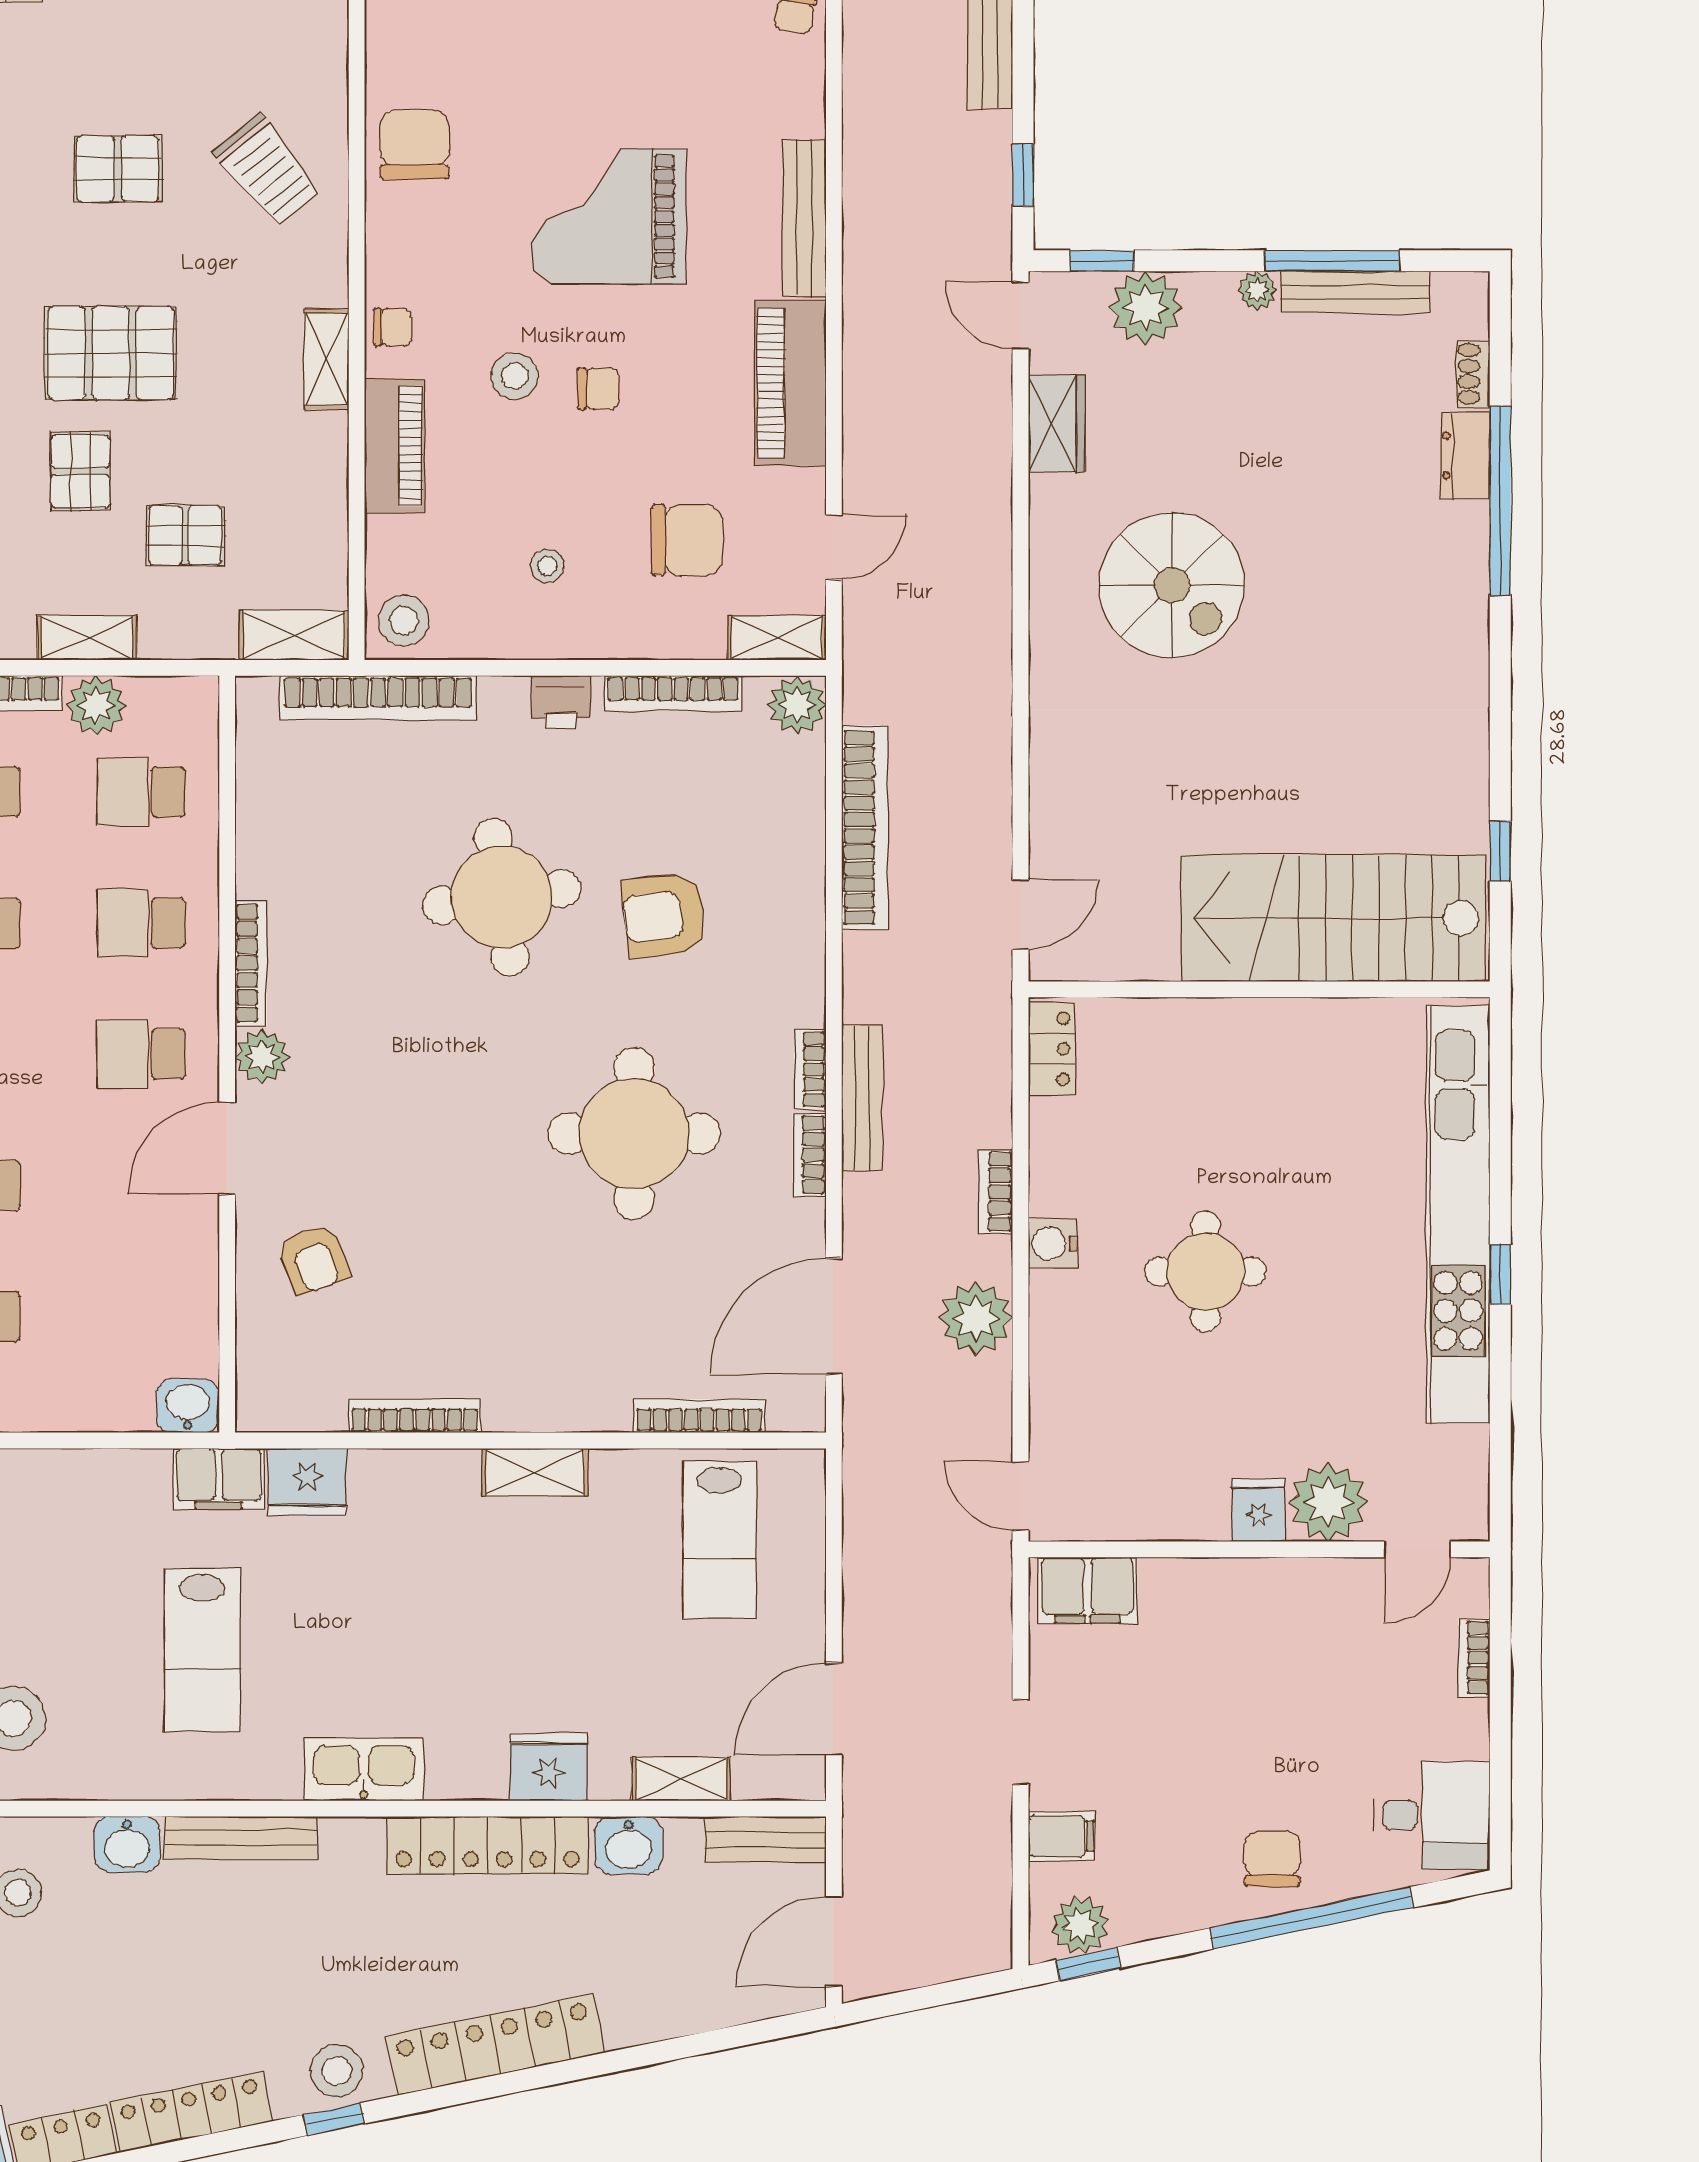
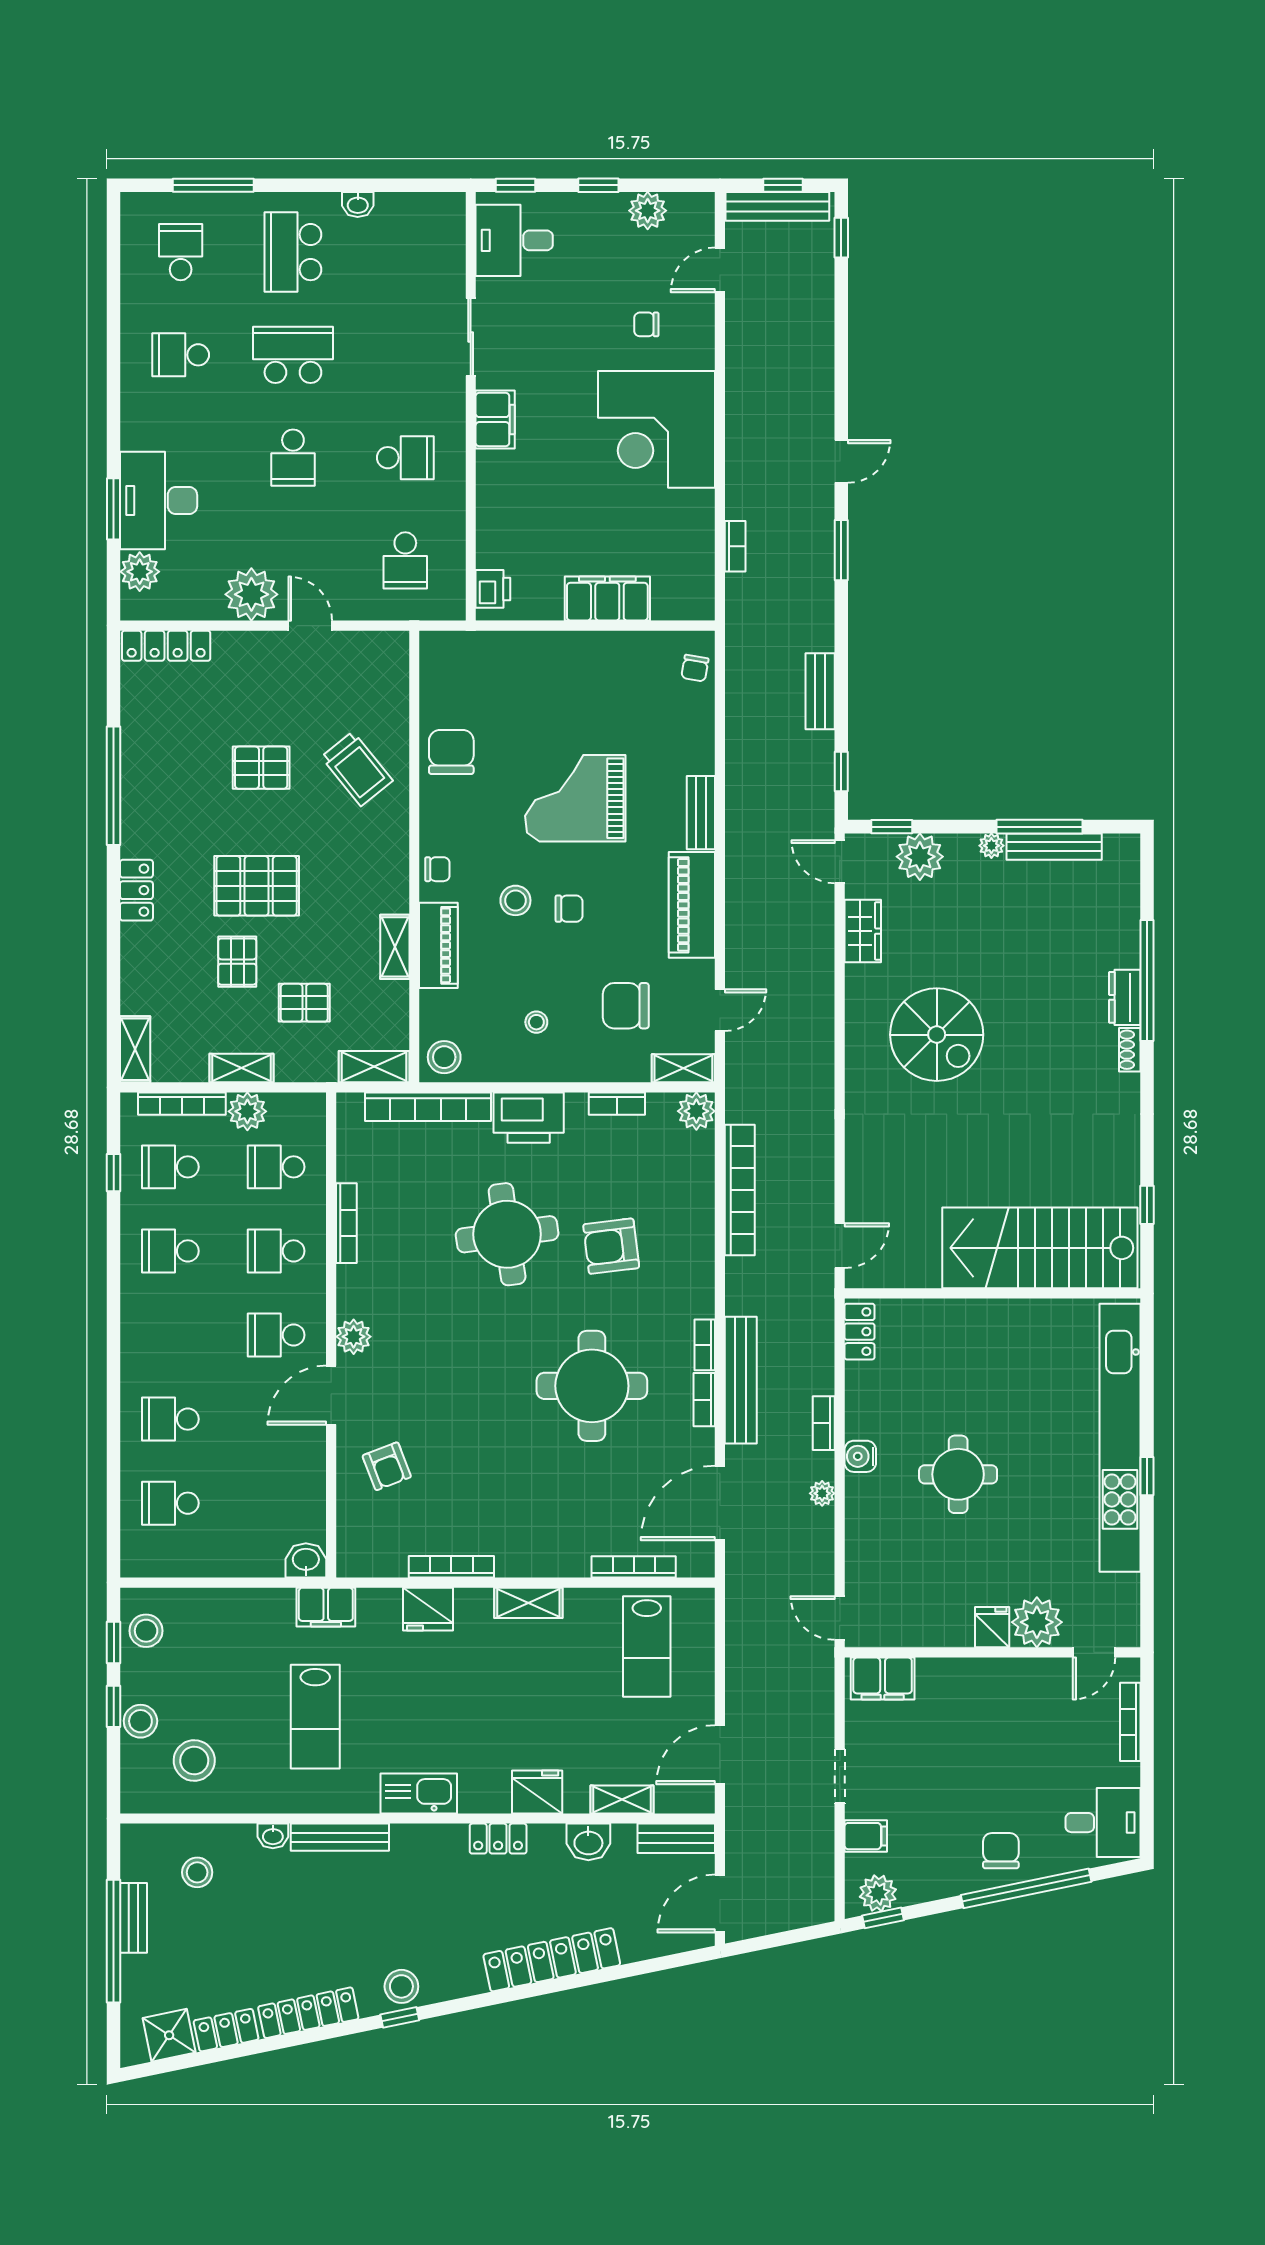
bench: (804, 218) -> (701, 813), width x0.73
shelving: (326, 359) -> (395, 947), moved
shoe rack: (1473, 374) -> (1130, 1050), moved
dresser: (1465, 456) -> (1125, 997), moved
chair: (687, 540) -> (626, 1006), turned 180
bookcase: (673, 693) -> (617, 1104), width x0.64
printer: (561, 702) -> (529, 1118), width x1.87, depth x1.48
bookcase: (251, 963) -> (346, 1223), moved
bench: (862, 1098) -> (741, 1380), width x1.37, depth x1.21
plant: (976, 1318) -> (822, 1493), width x0.53, depth x0.53
fridge: (307, 1482) -> (428, 1609), moved
bookcase: (1474, 1658) -> (1130, 1722), width x1.56
washbasin: (127, 1845) -> (273, 1836), width x0.72, depth x0.69
locker: (488, 1845) -> (498, 1839), width x0.46, depth x0.83
locker: (495, 2045) -> (552, 1960), moved

